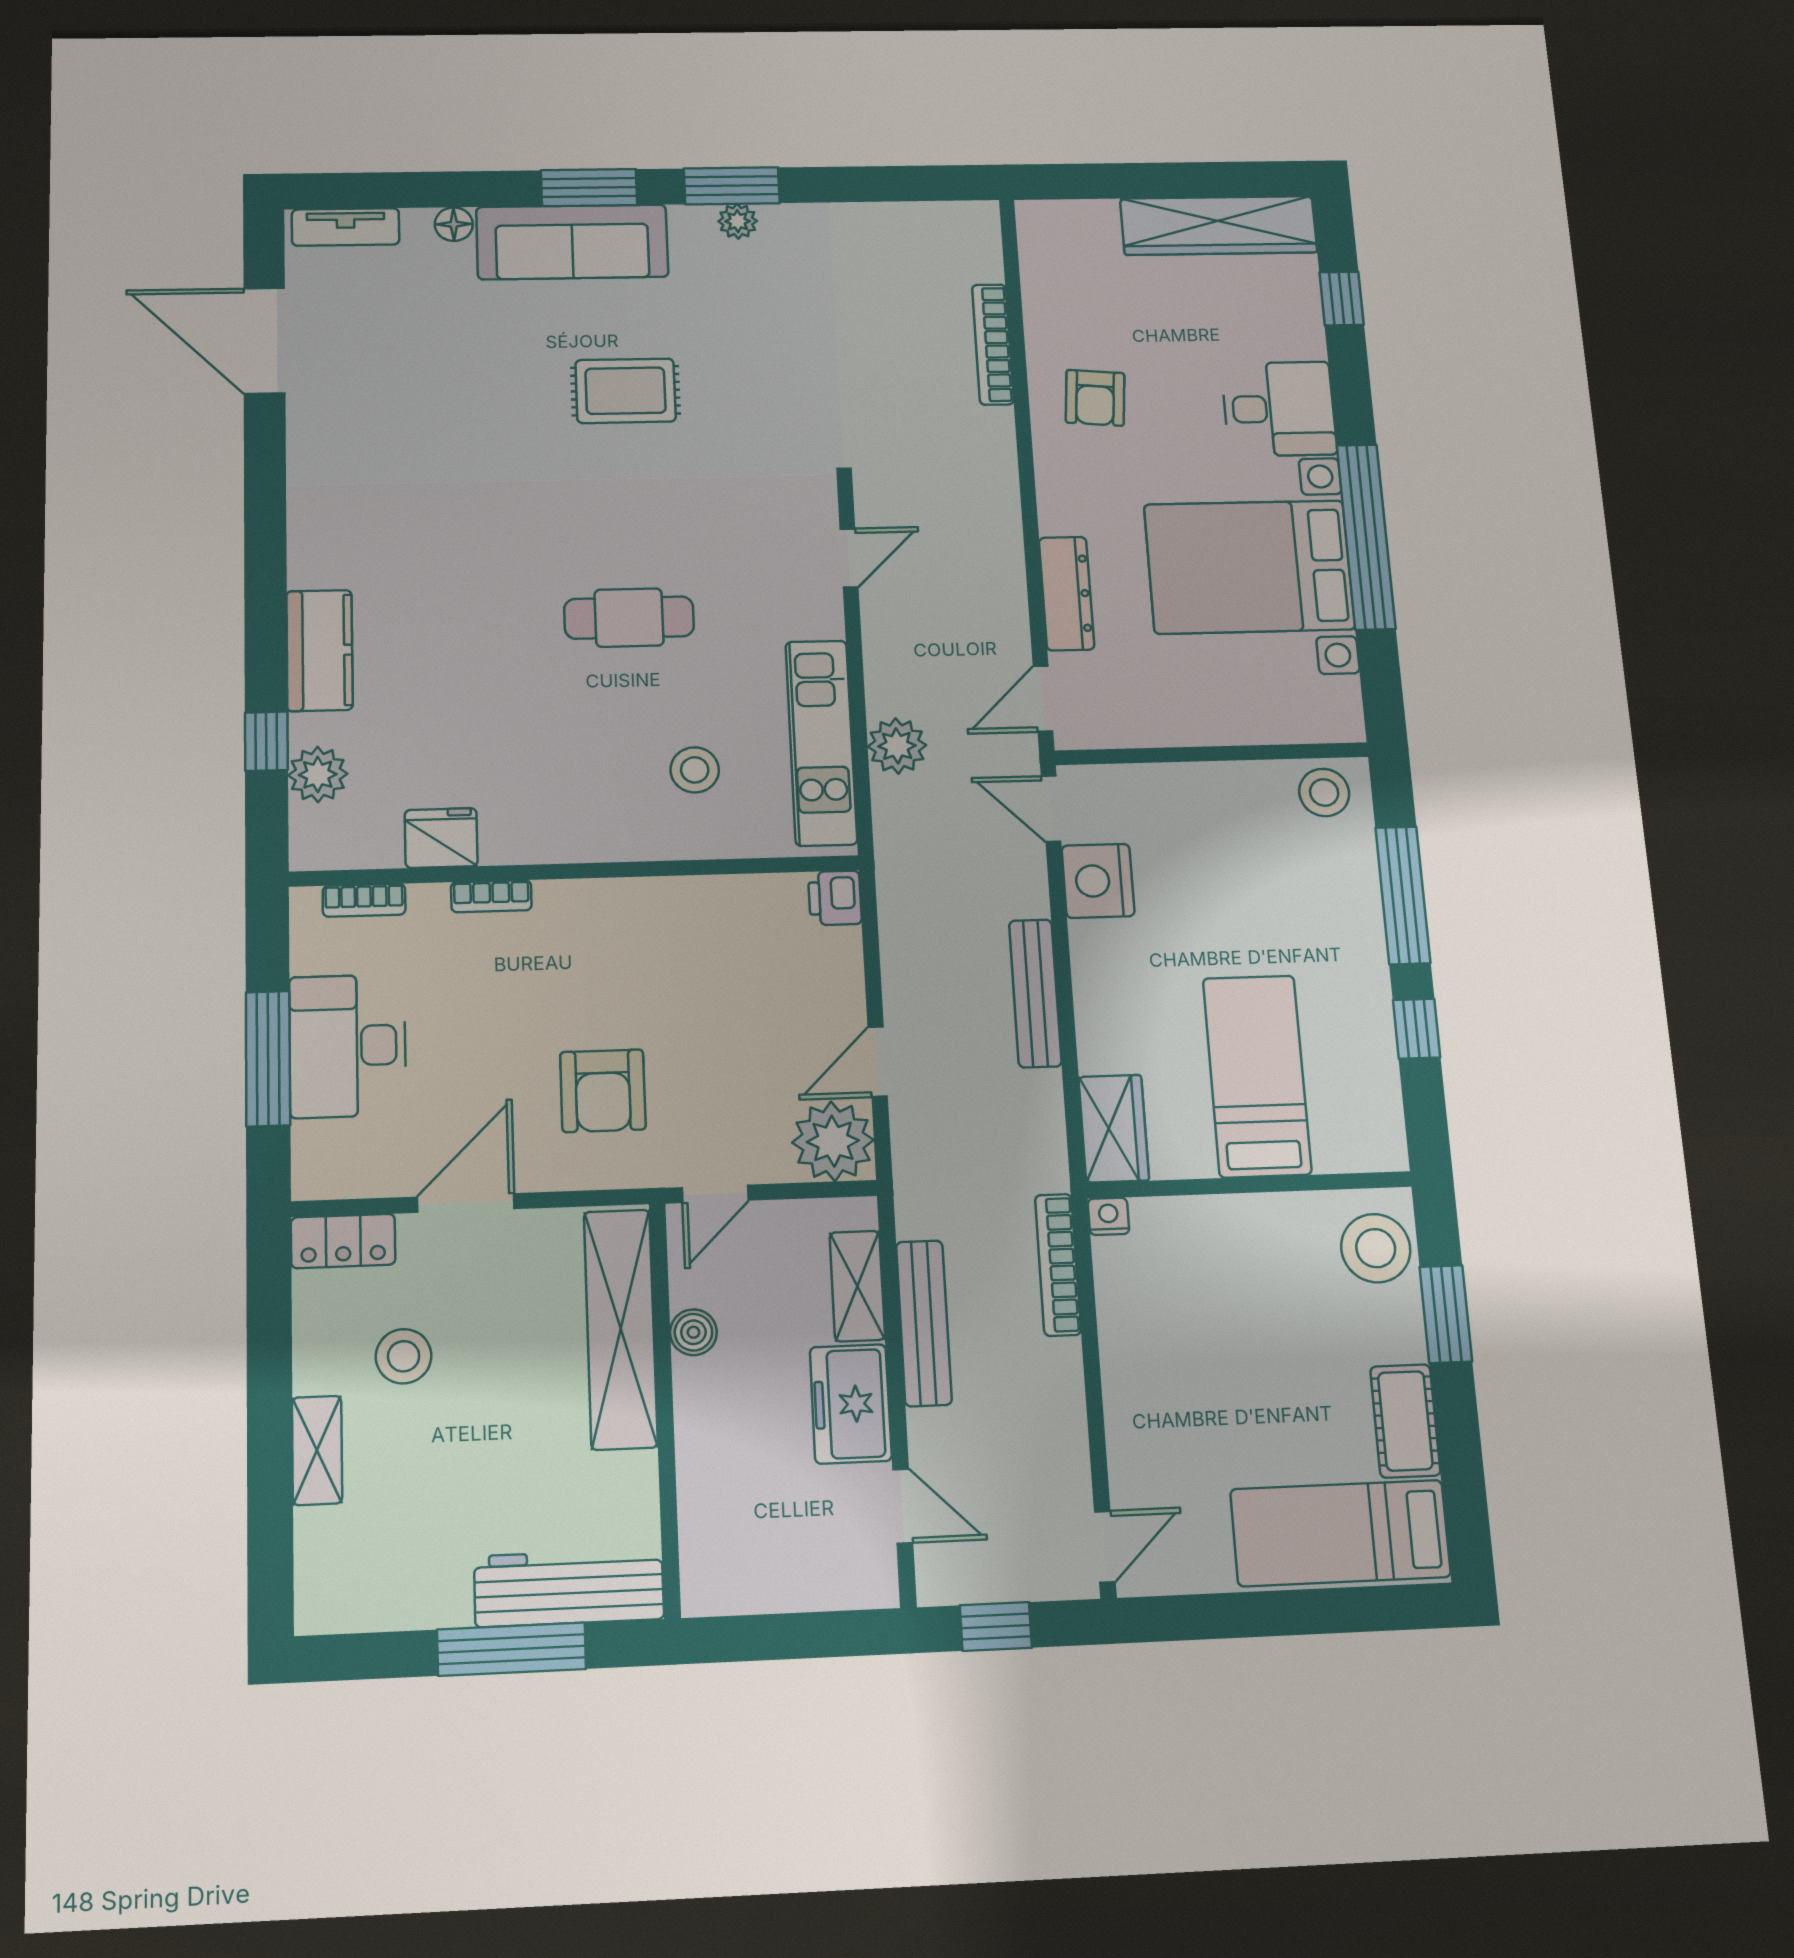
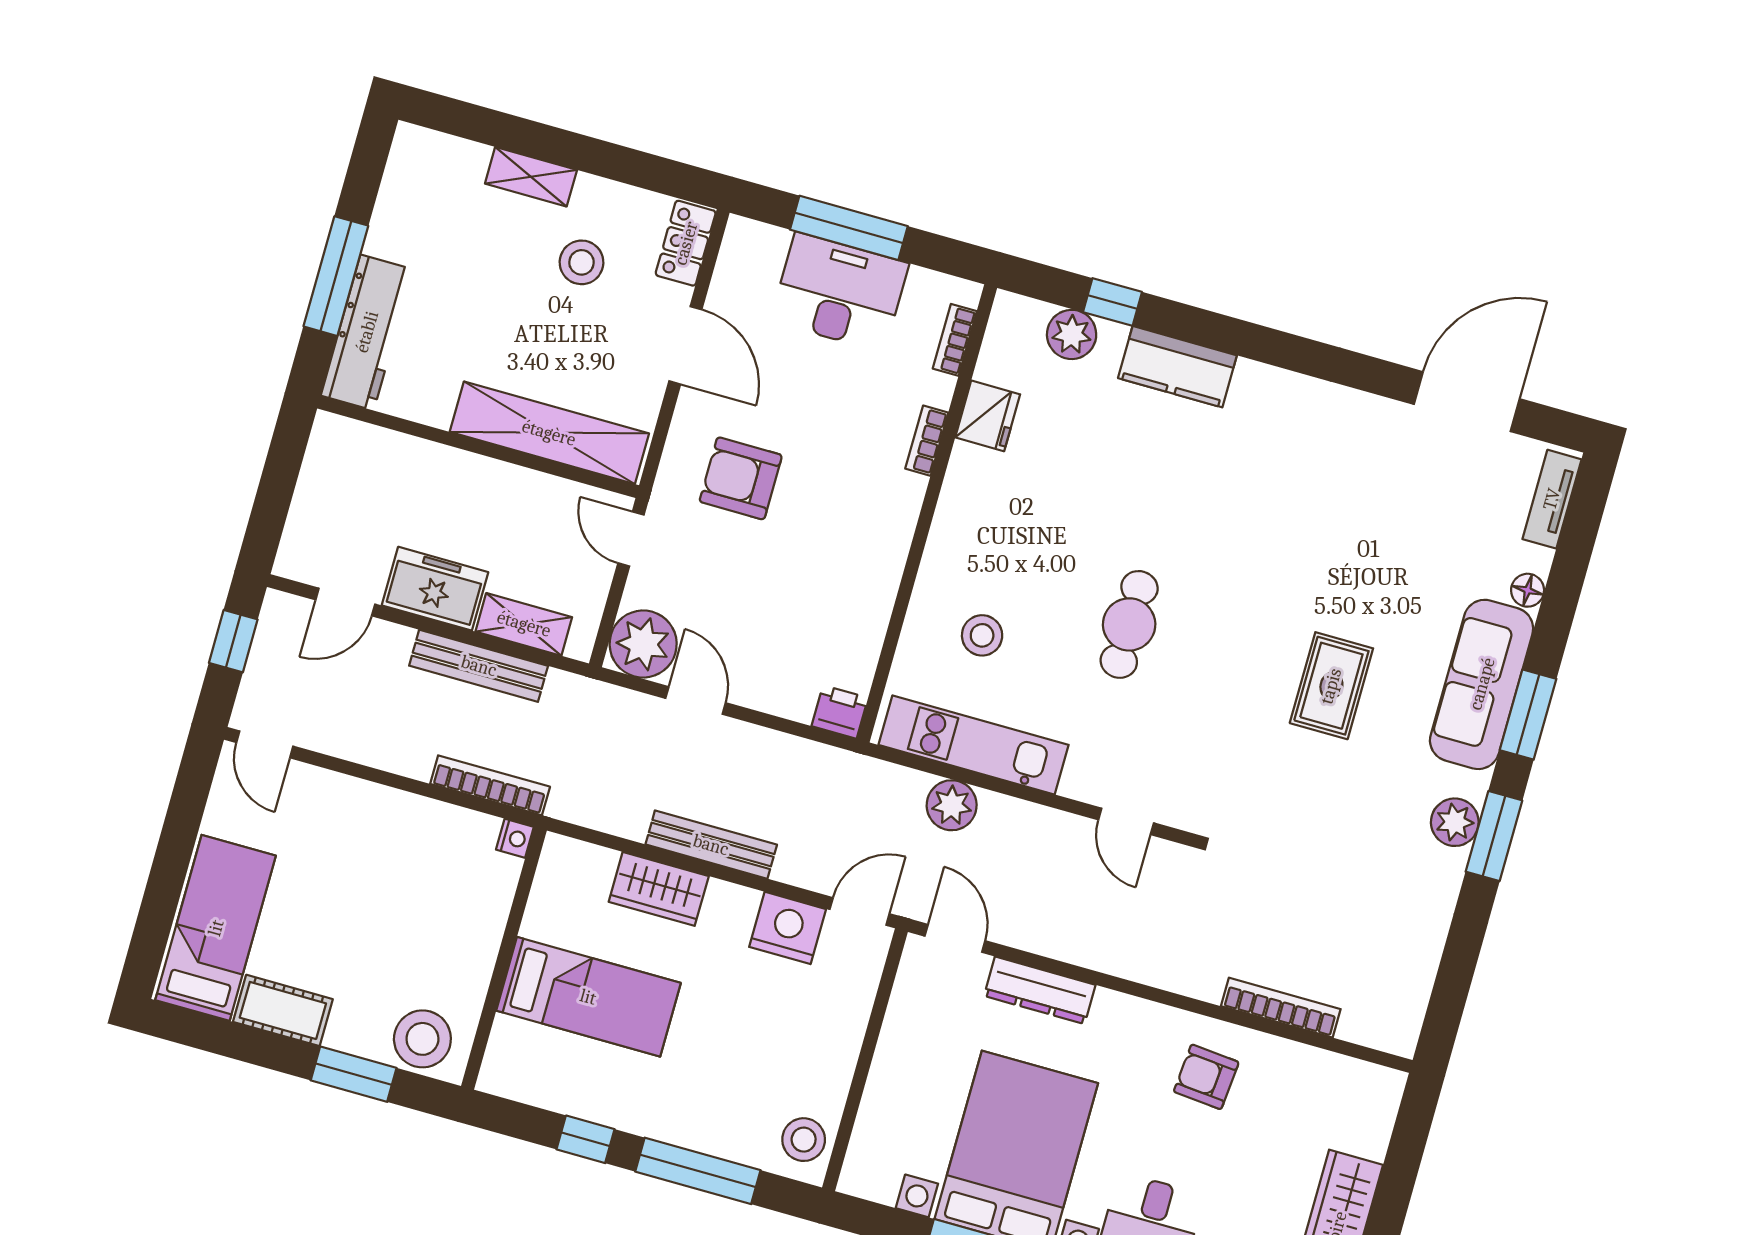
plant: (738, 221) -> (1455, 822), width x1.38, depth x1.38
wardrobe: (1114, 1129) -> (659, 889), moved
boiler: (693, 1332) -> (529, 487), removed

